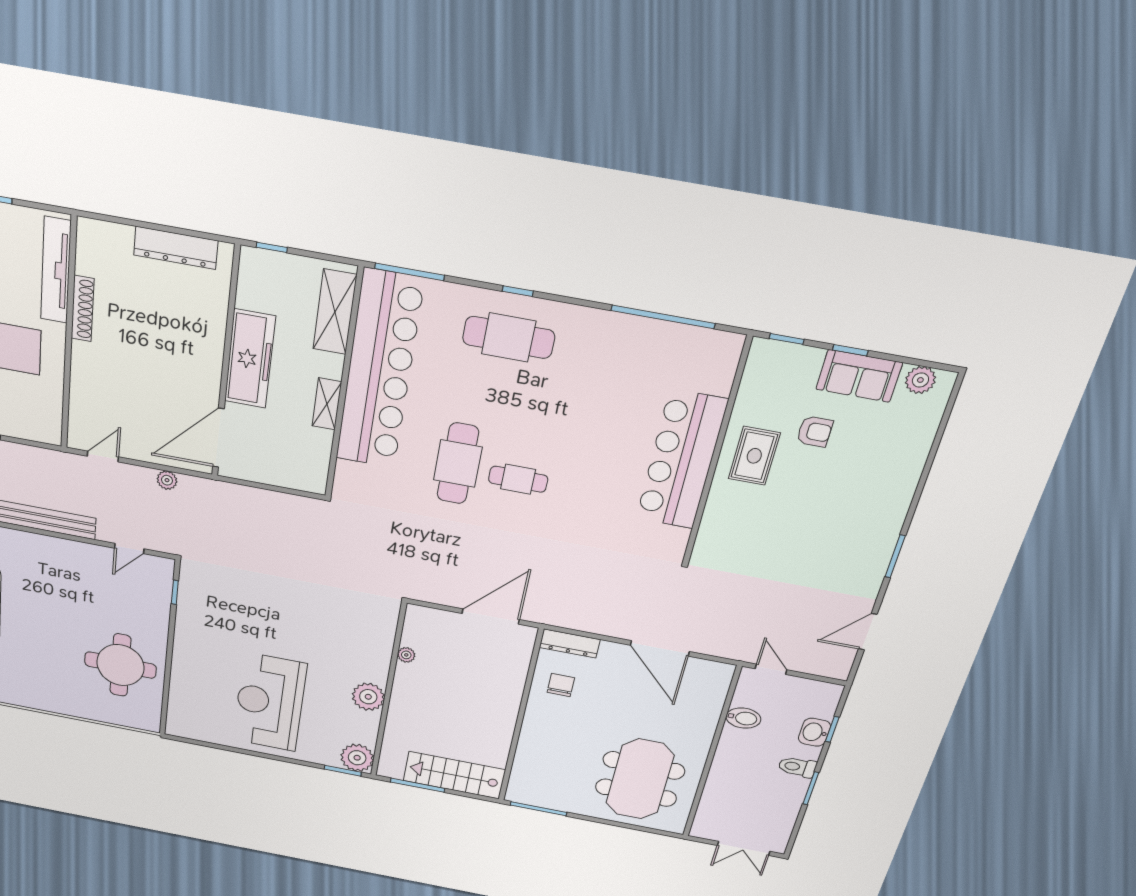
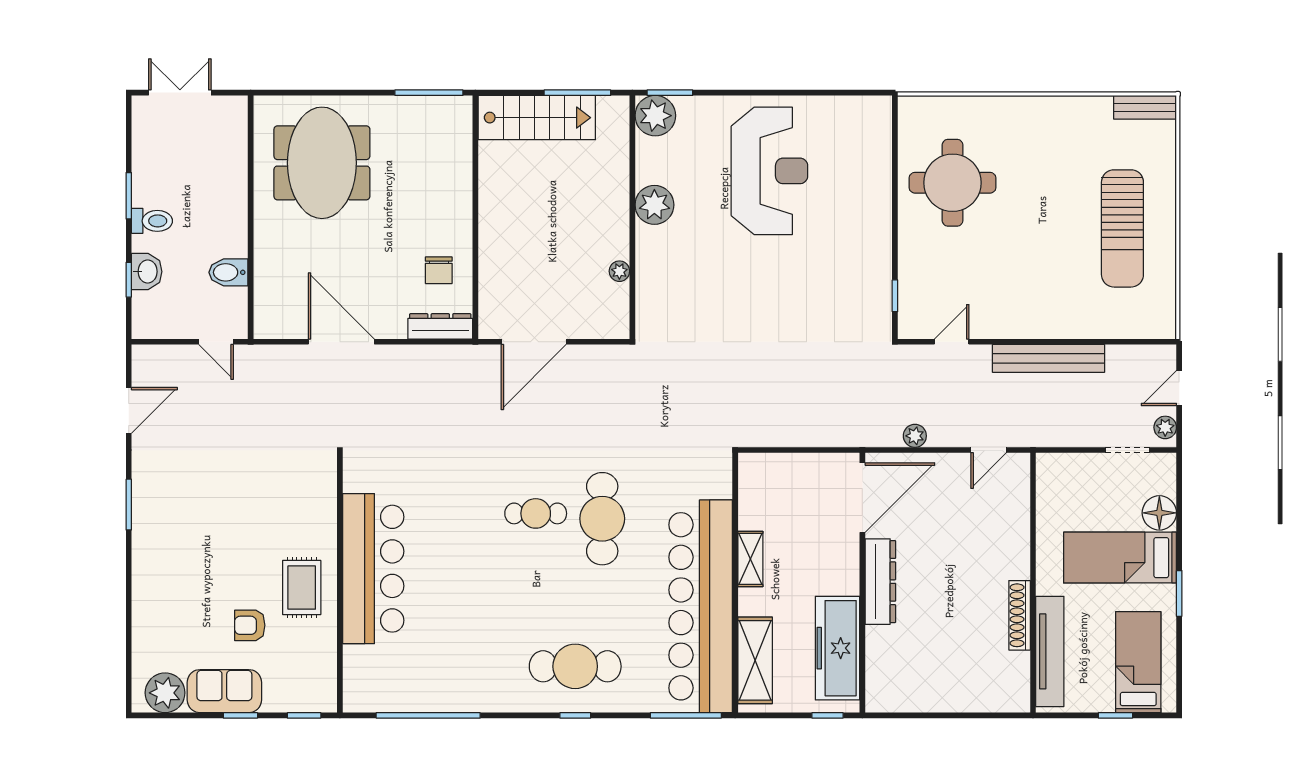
dresser: (176, 248) -> (880, 582), moved, turned 90
freezer: (250, 359) -> (837, 648), moved
plant: (920, 380) -> (165, 693), width x1.36, depth x1.36

